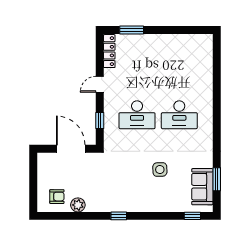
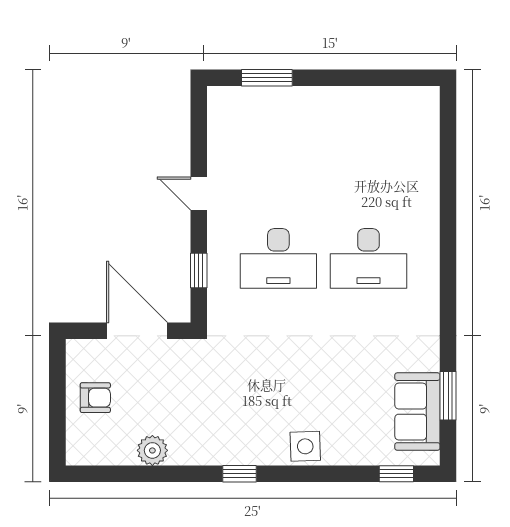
locker: (109, 51) -> (219, 123), removed
door: (100, 84) -> (199, 193), hinge flipped
side table: (160, 169) -> (305, 446), moved
armchair: (57, 197) -> (95, 398), moved

